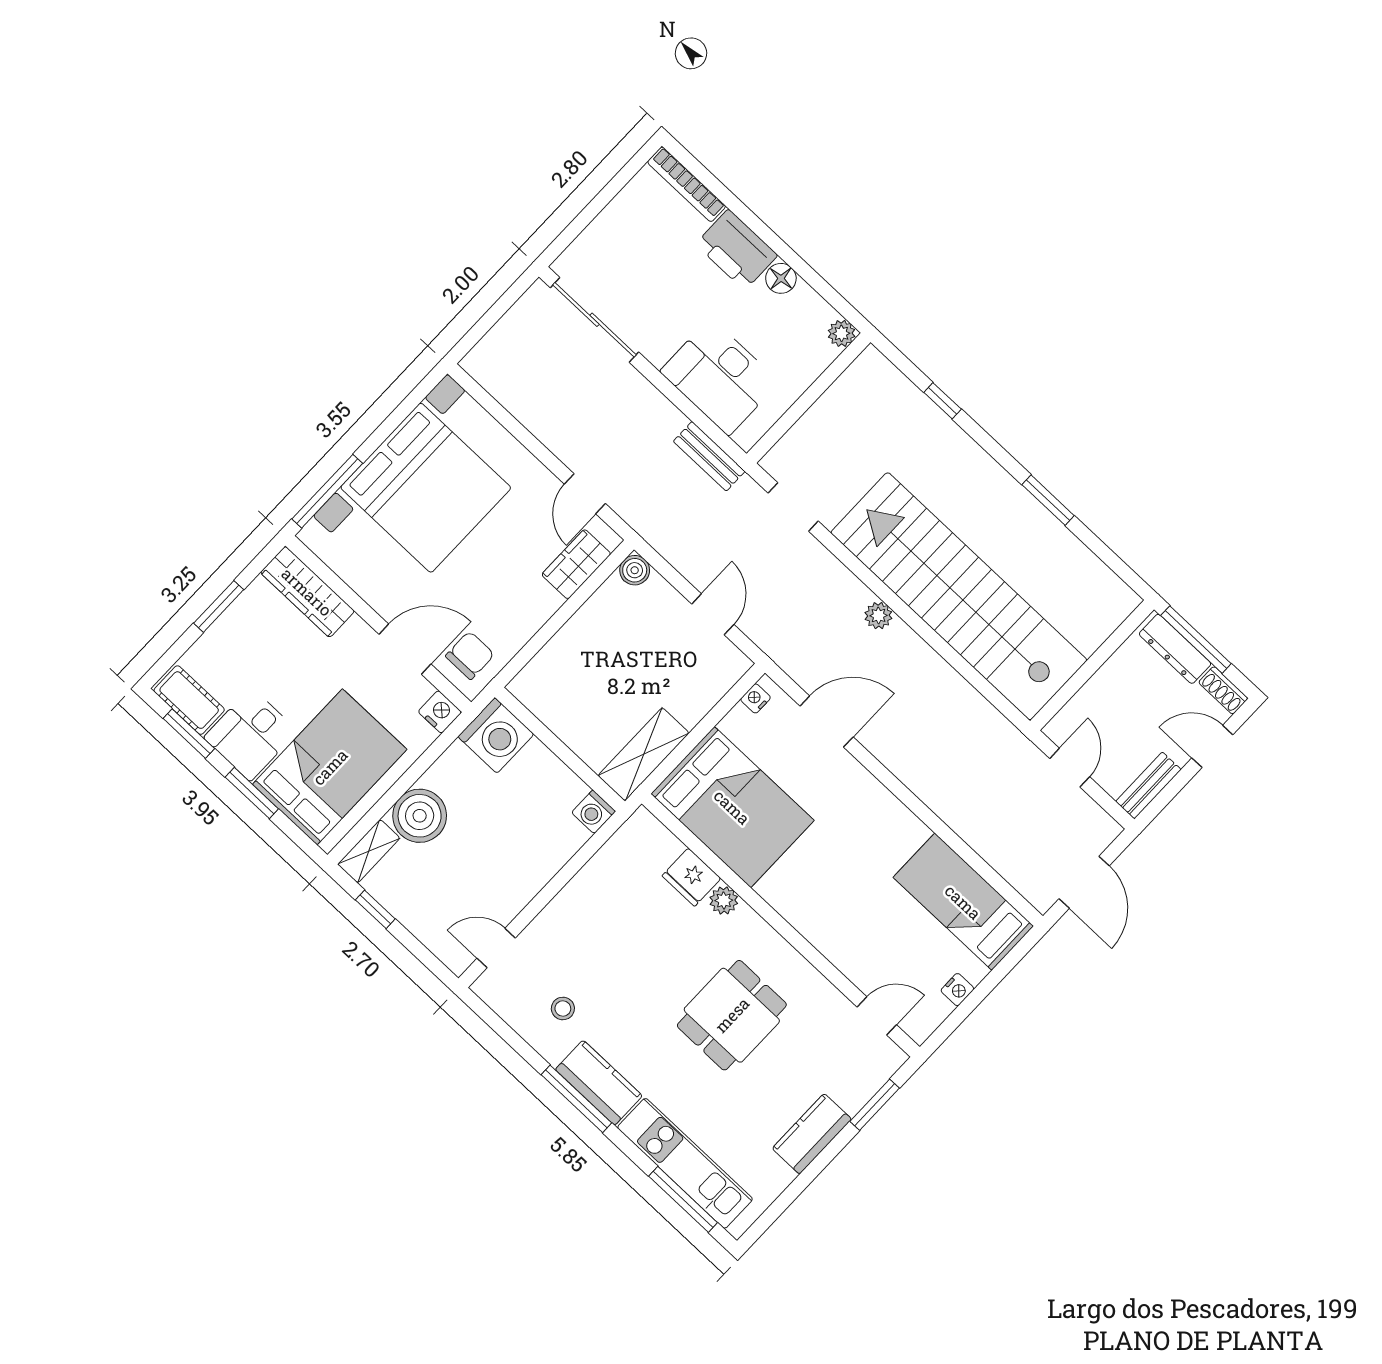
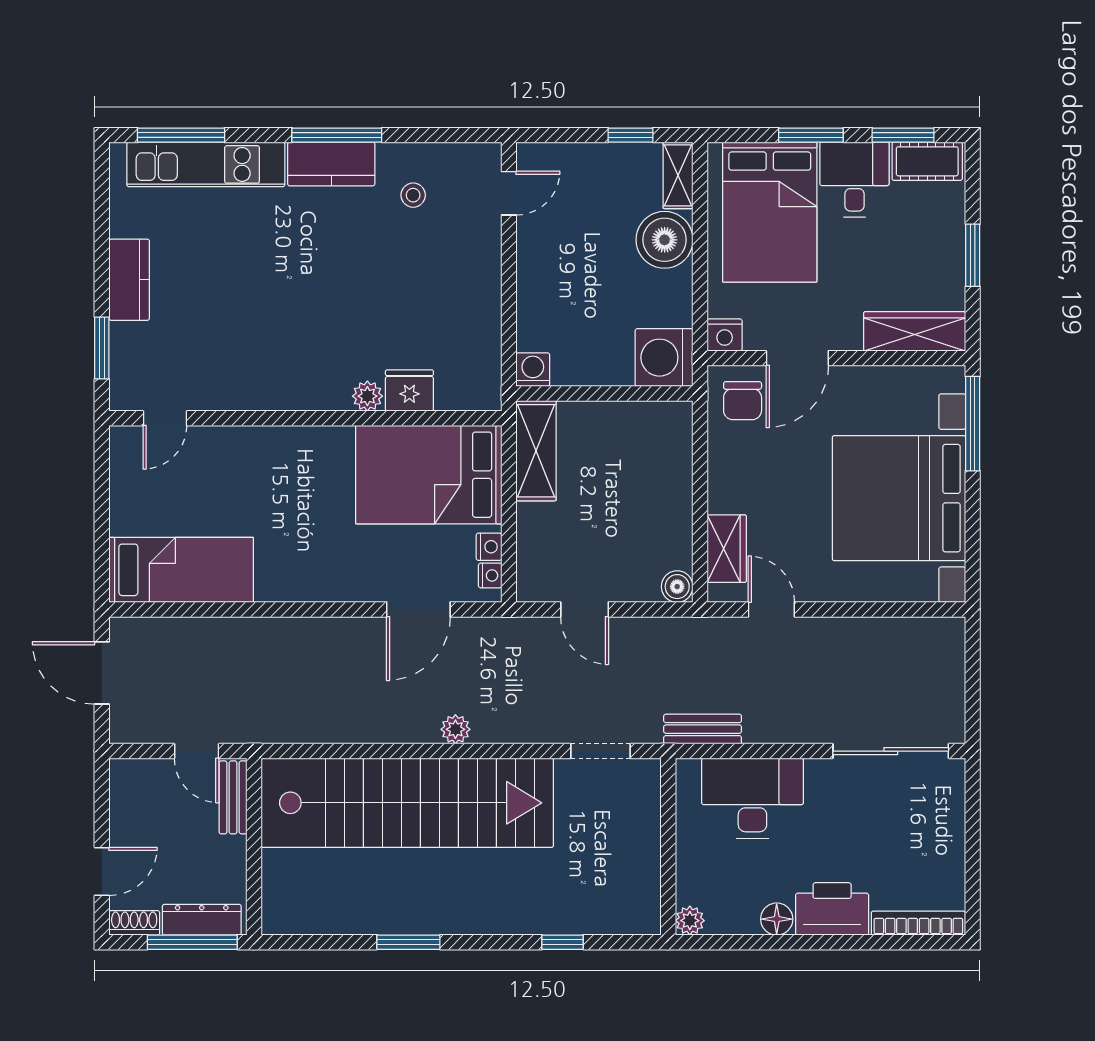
bench: (1148, 785) -> (233, 797), moved
nightstand: (957, 990) -> (489, 547), moved, turned 180
dining table: (732, 1015) -> (278, 313), removed

